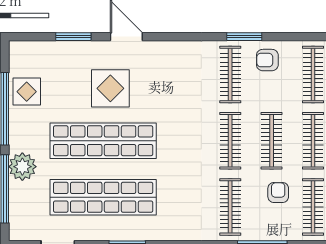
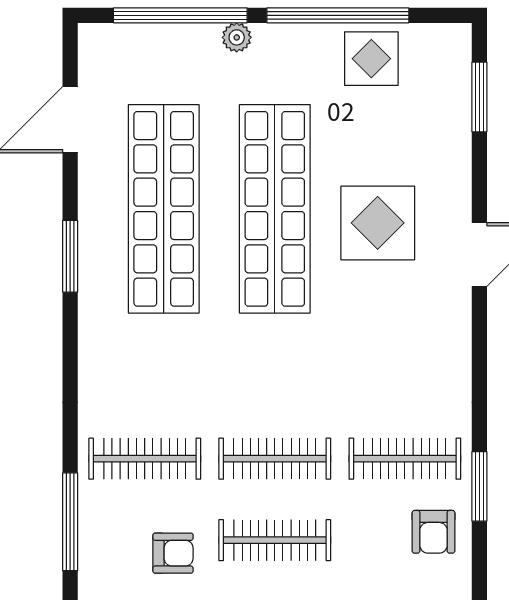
window: (73, 37) -> (479, 97), moved
armchair: (267, 60) -> (434, 532), turned 180
plant: (22, 167) -> (237, 37), width x0.53, depth x0.53

